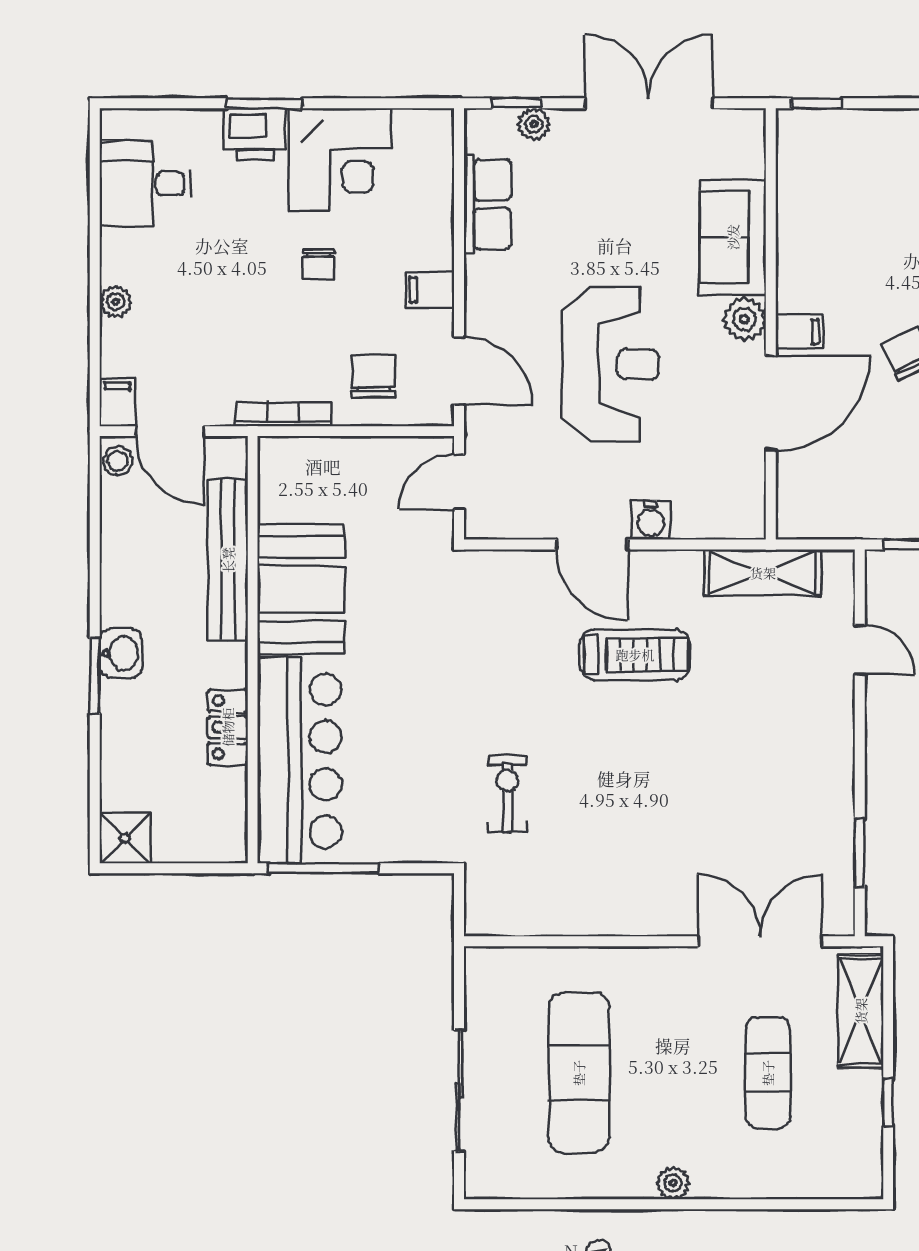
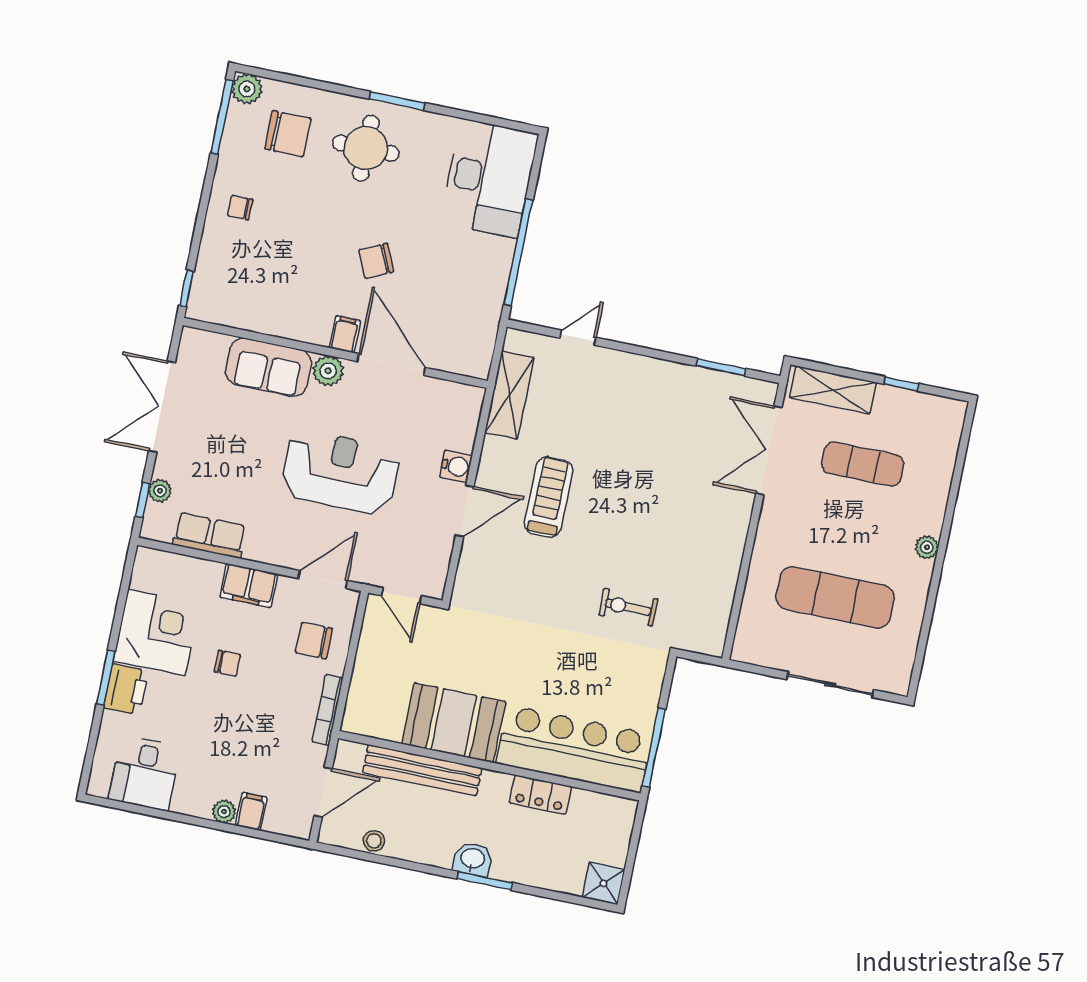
filing cabinet: (430, 290) -> (249, 586), width x2.00
filing cabinet: (117, 403) -> (251, 812), moved, turned 90
stool: (118, 461) -> (374, 841), moved

